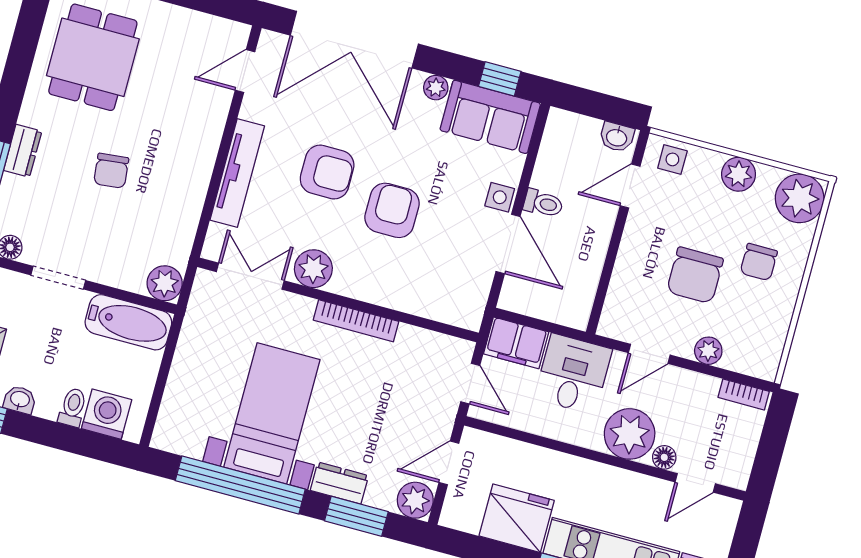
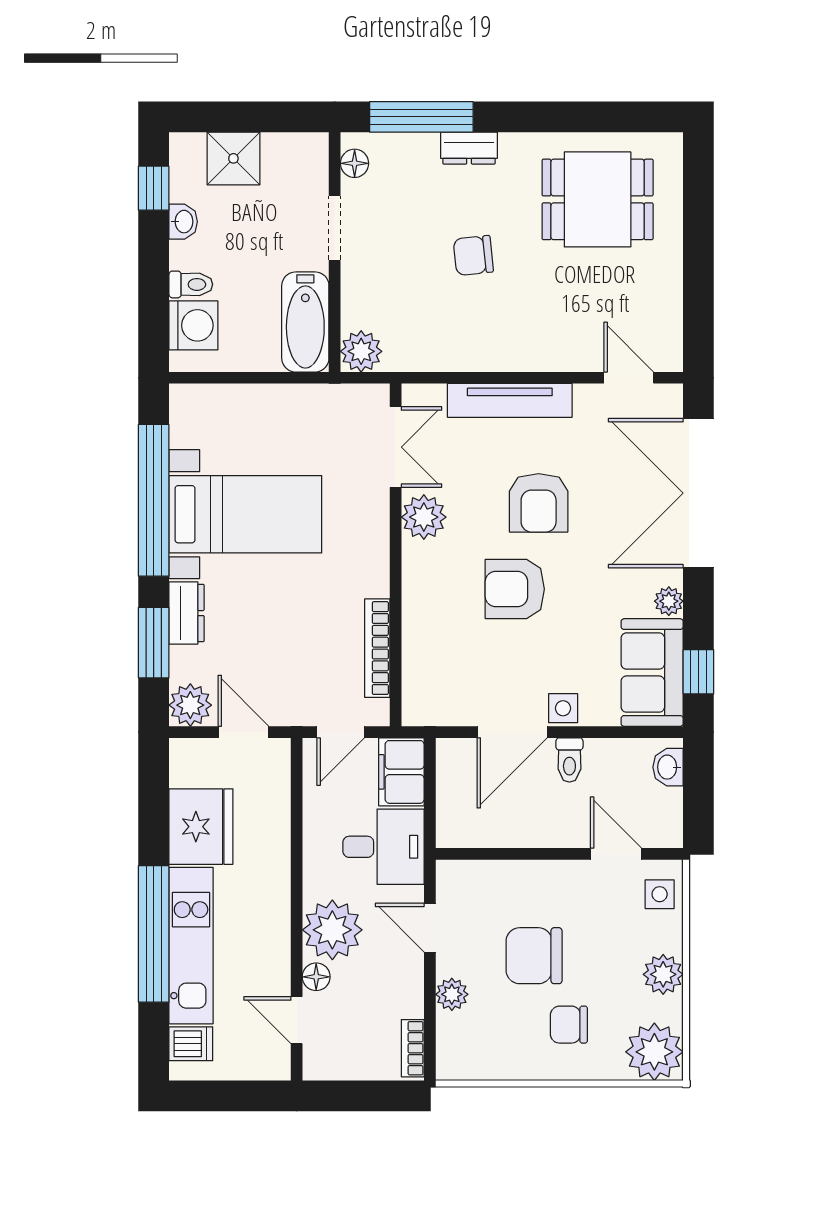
washbasin: (617, 137) -> (668, 767), moved
armchair: (392, 210) -> (515, 589), turned 180
bookcase: (356, 321) -> (377, 648), moved

